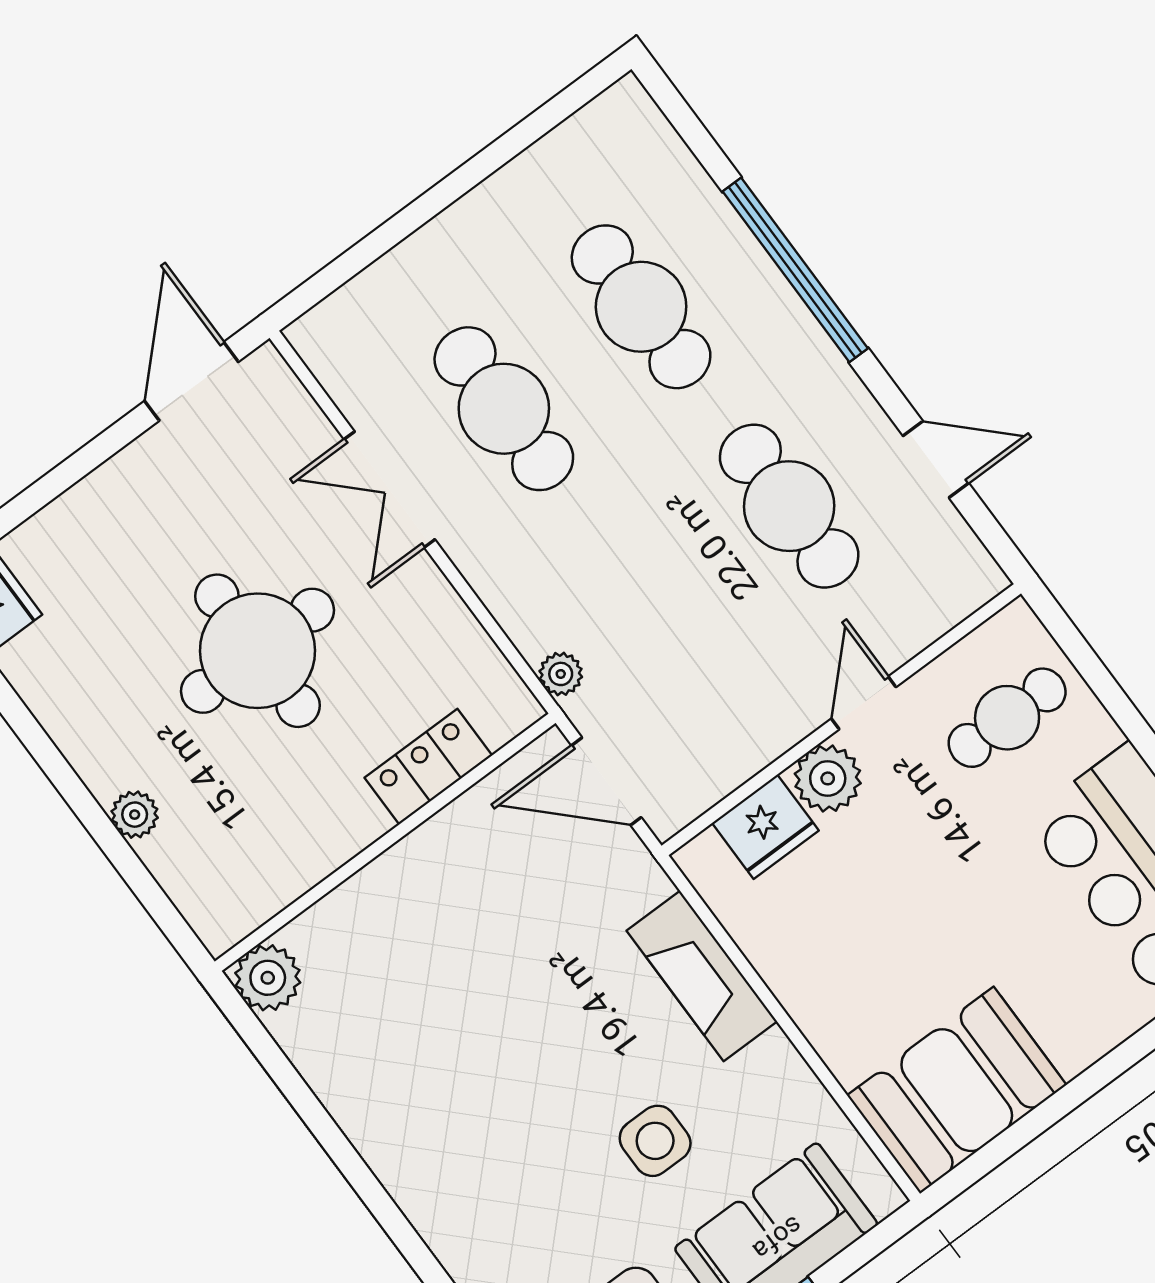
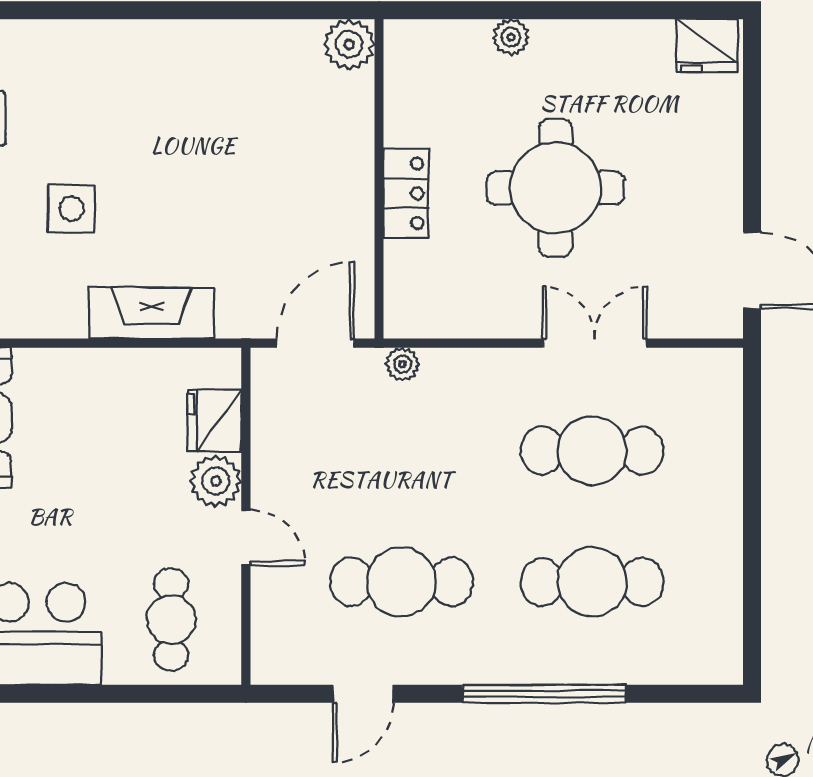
locker: (428, 767) -> (406, 193), moved

